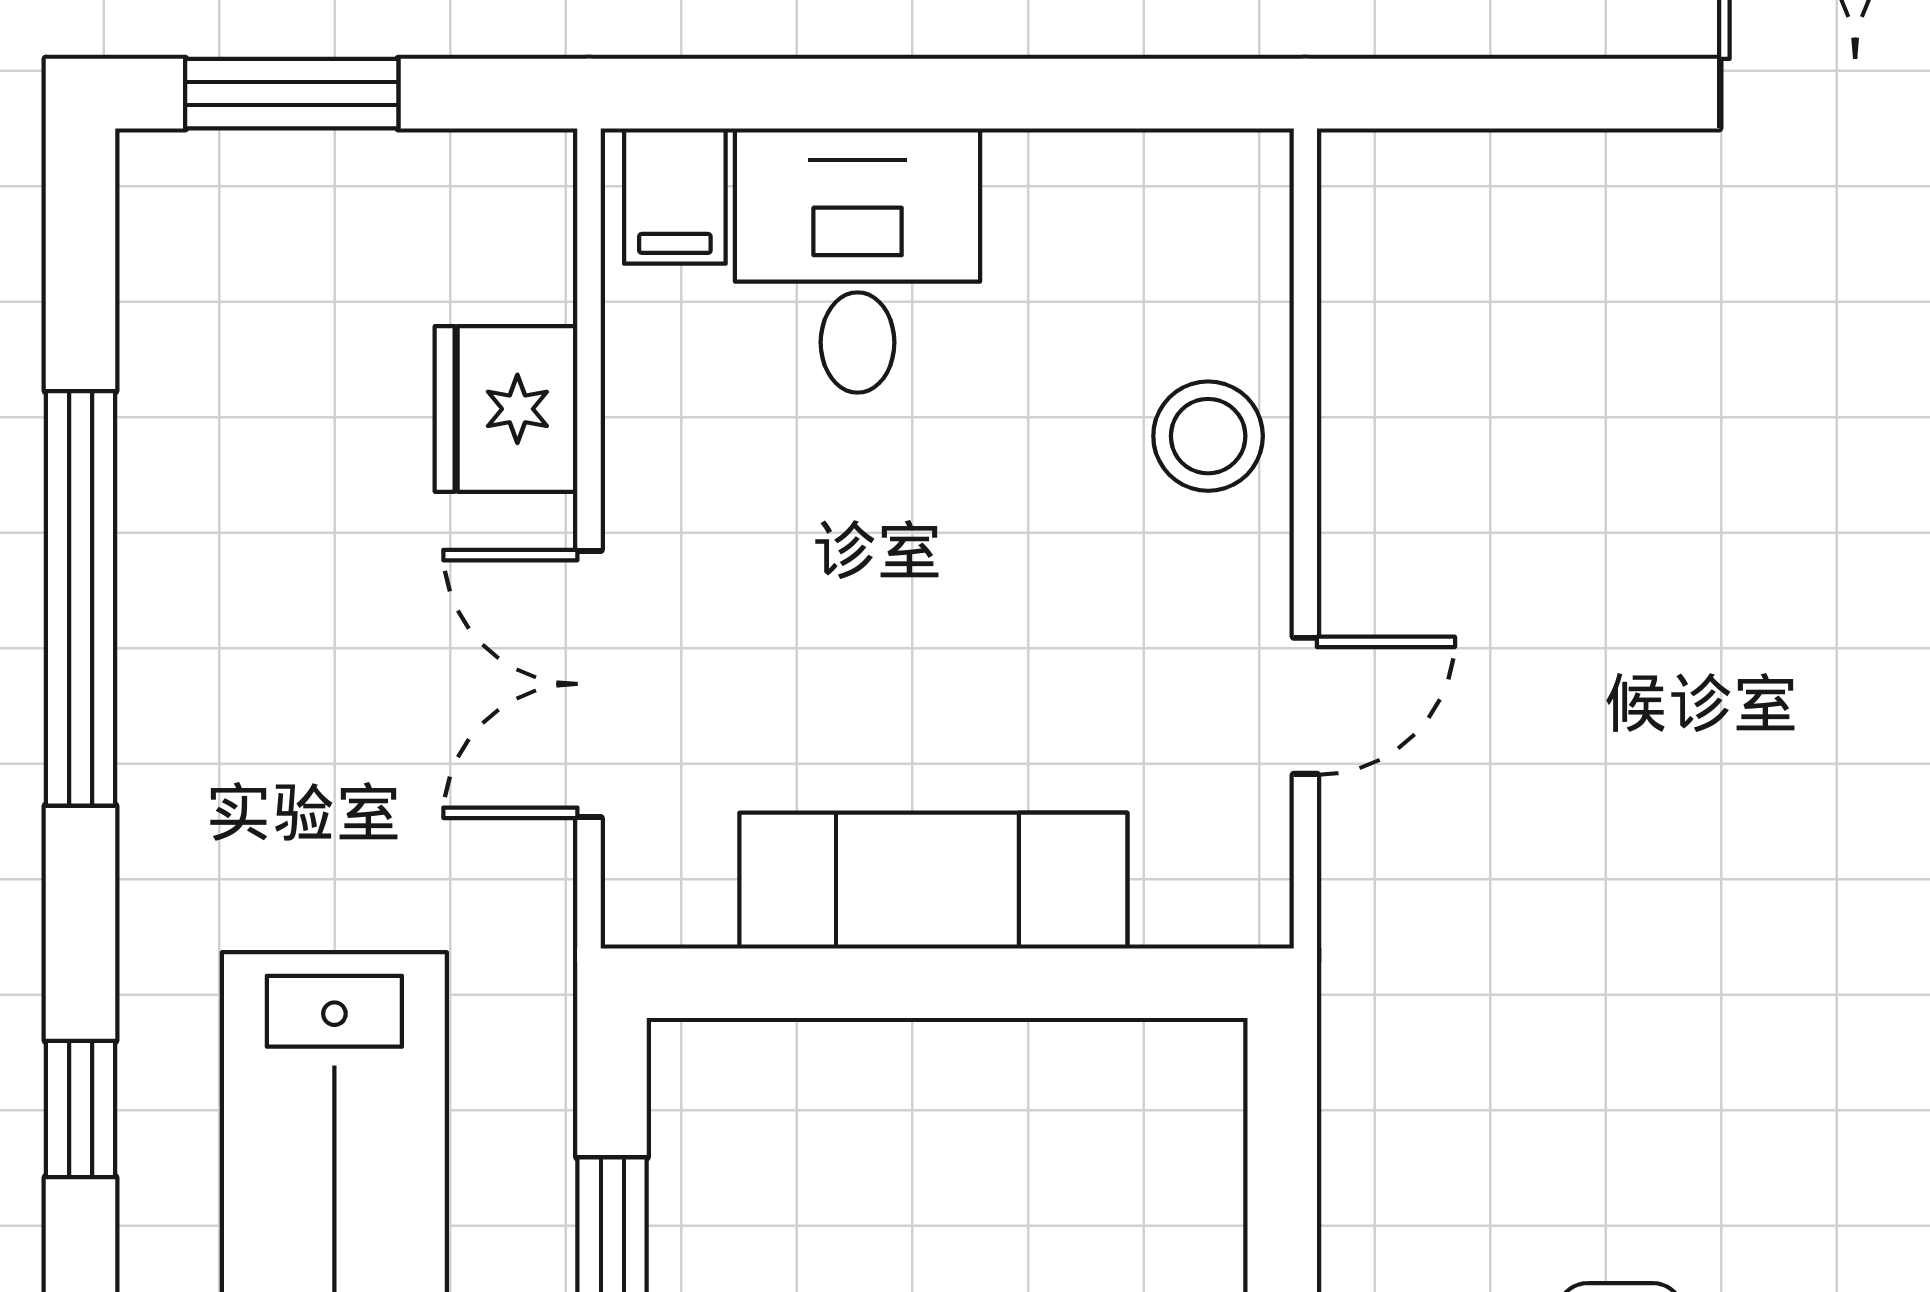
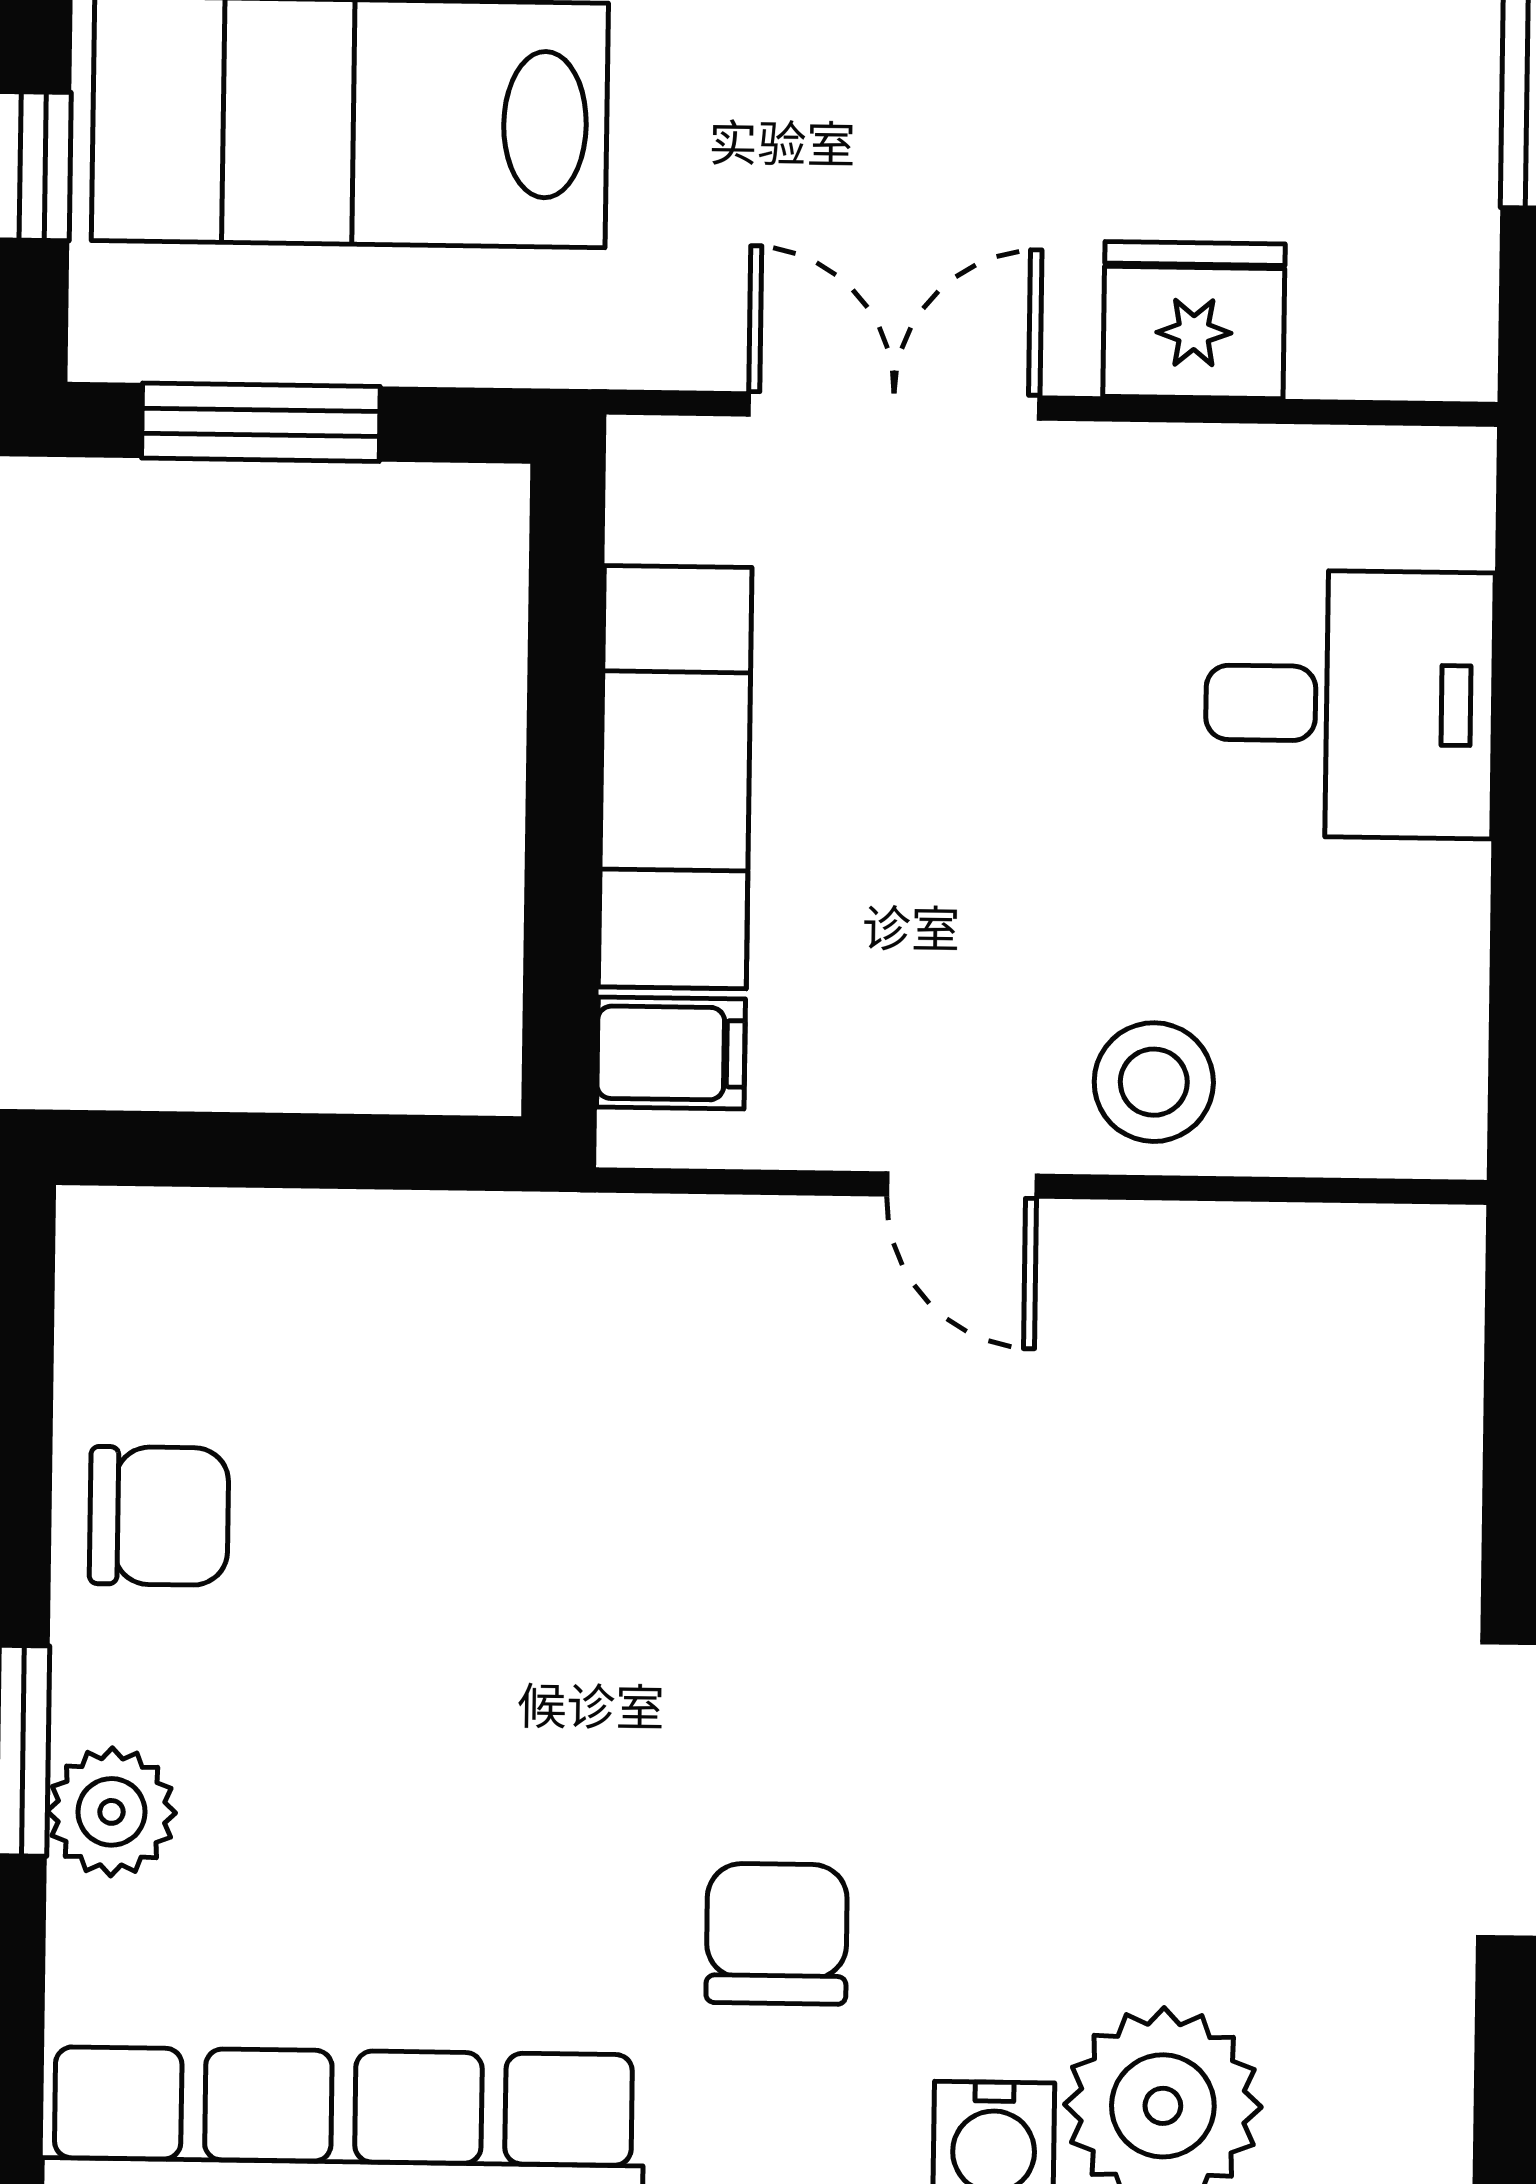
filing cabinet: (675, 196) -> (671, 1053), moved, turned 180
door: (1305, 706) -> (962, 1185), moved

